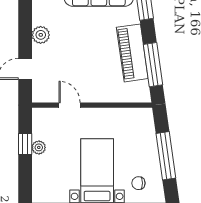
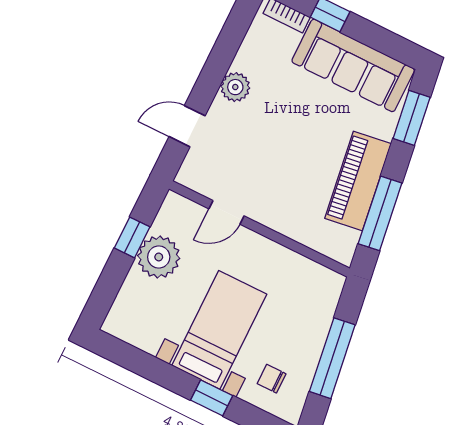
door: (69, 105) -> (226, 212), swing flipped
plant: (39, 147) -> (159, 257), width x1.87, depth x1.87

